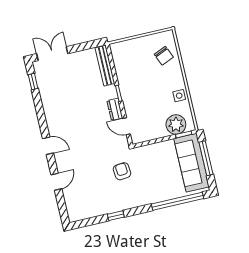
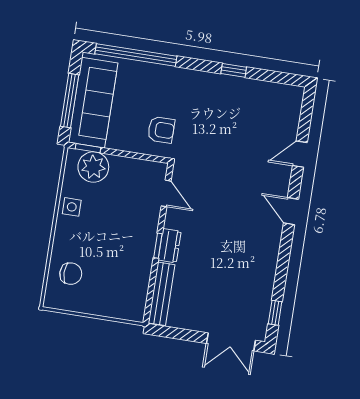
chair: (164, 56) -> (71, 274), turned 113
dresser: (115, 109) -> (170, 246), moved
armchair: (122, 171) -> (161, 130), moved, turned -85

